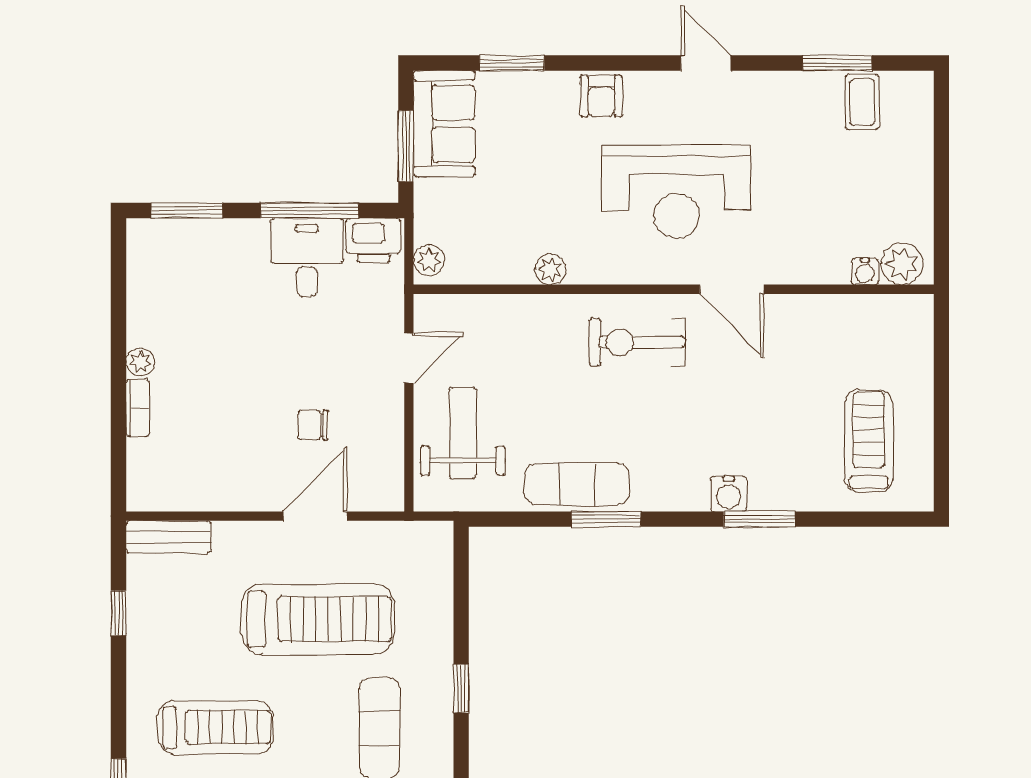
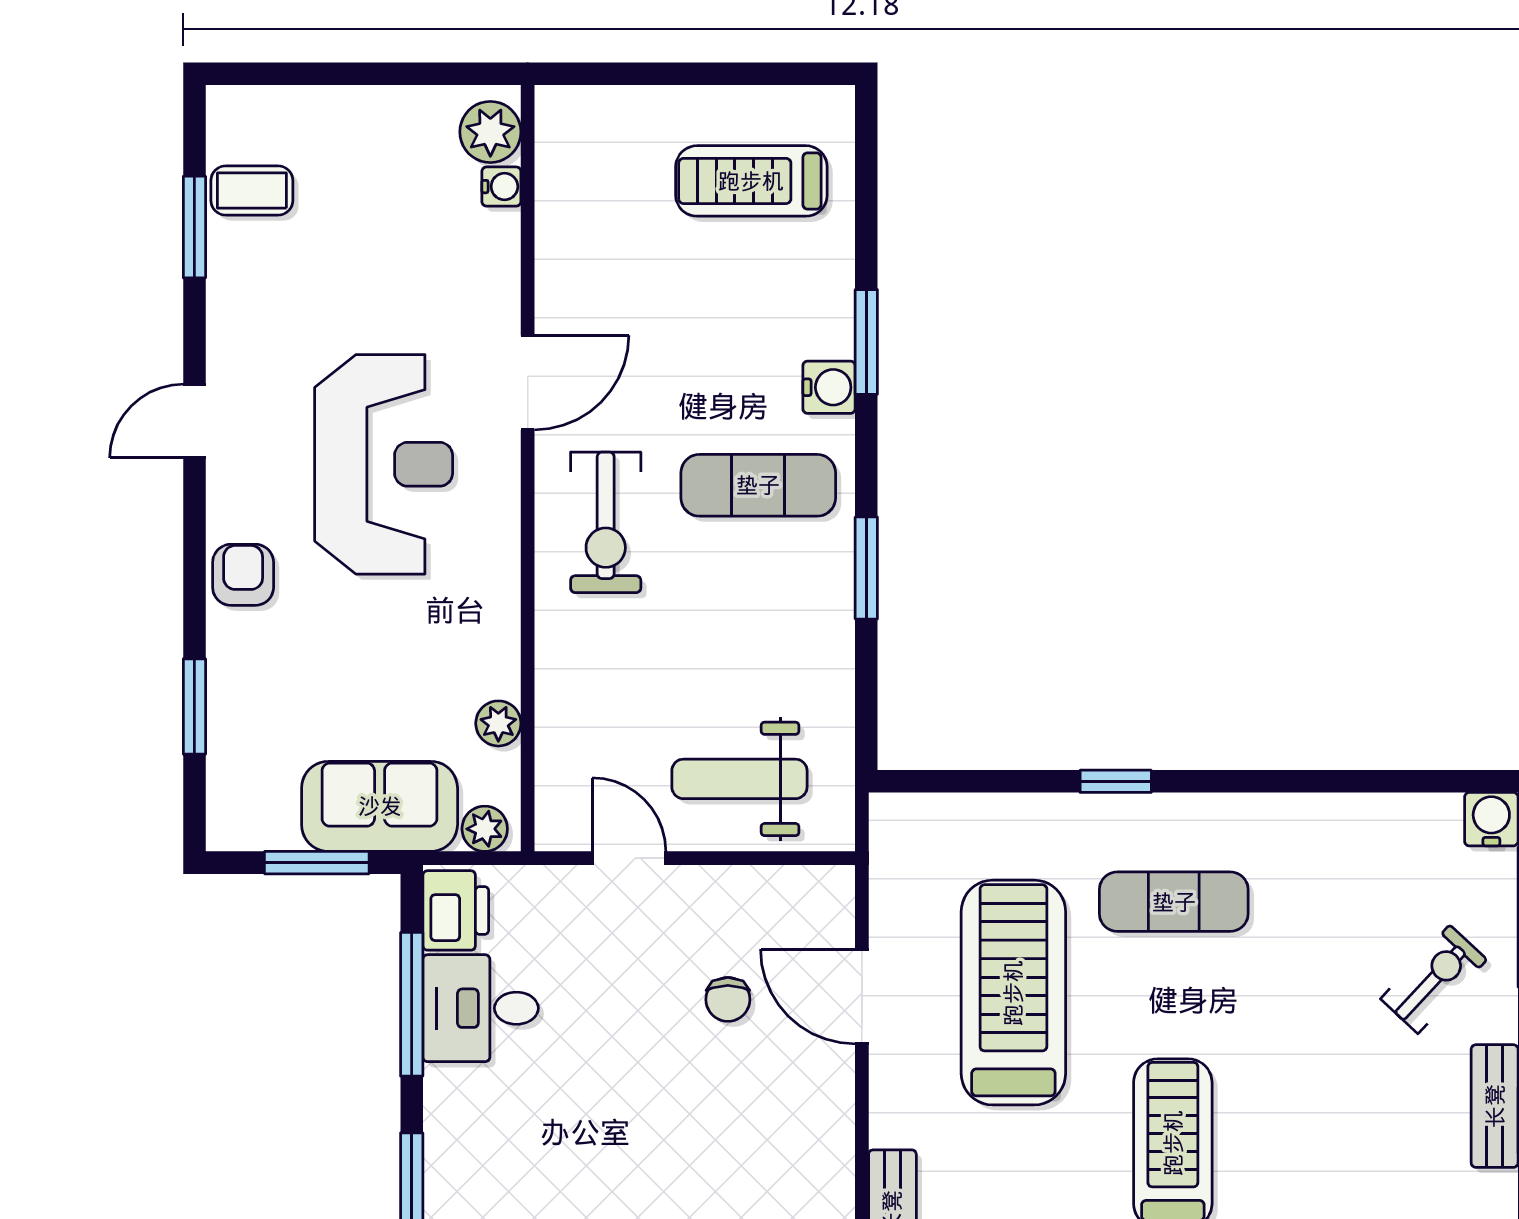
armchair: (601, 96) -> (243, 575), turned -90
sofa: (444, 124) -> (380, 806), moved
plant: (550, 269) -> (498, 723), moved
exercise mat: (577, 484) -> (758, 485), moved, turned 90

